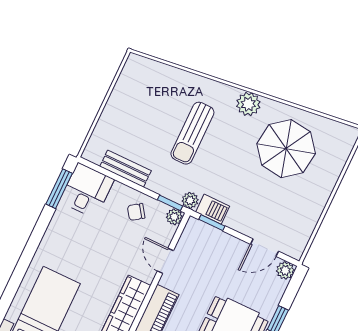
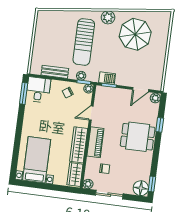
sun lounger: (192, 133) -> (84, 42), width x1.36, depth x1.34
plant: (190, 200) -> (81, 76), moved
door: (165, 261) -> (91, 113), hinge flipped

